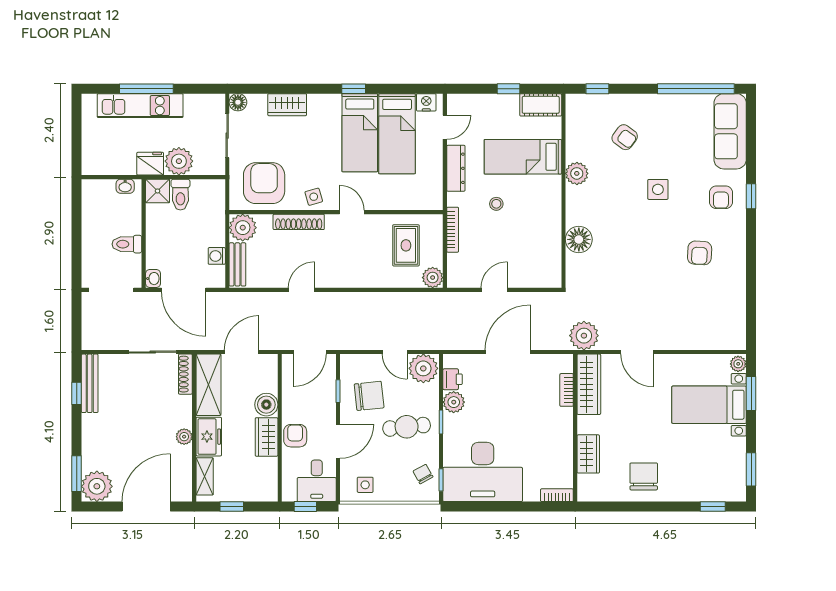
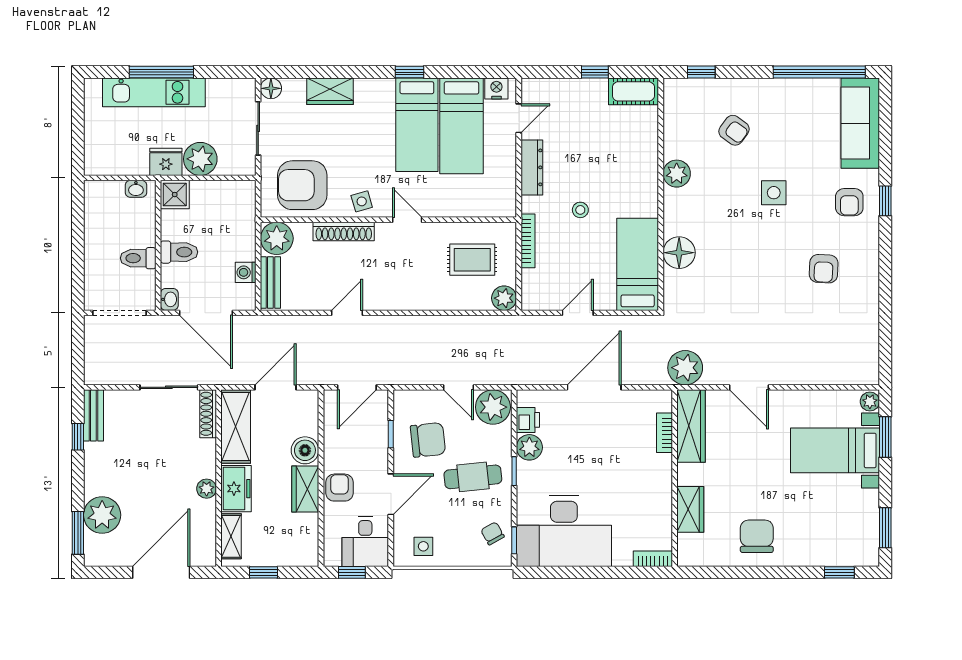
bed: (523, 157) -> (638, 264), moved, turned 90
armchair: (264, 183) -> (302, 185), turned -90
toilet: (180, 195) -> (179, 252), moved, turned -90
rug: (406, 245) -> (472, 260), turned 90
bench: (90, 383) -> (93, 415), width x0.73
plant: (97, 486) -> (102, 515), moved

